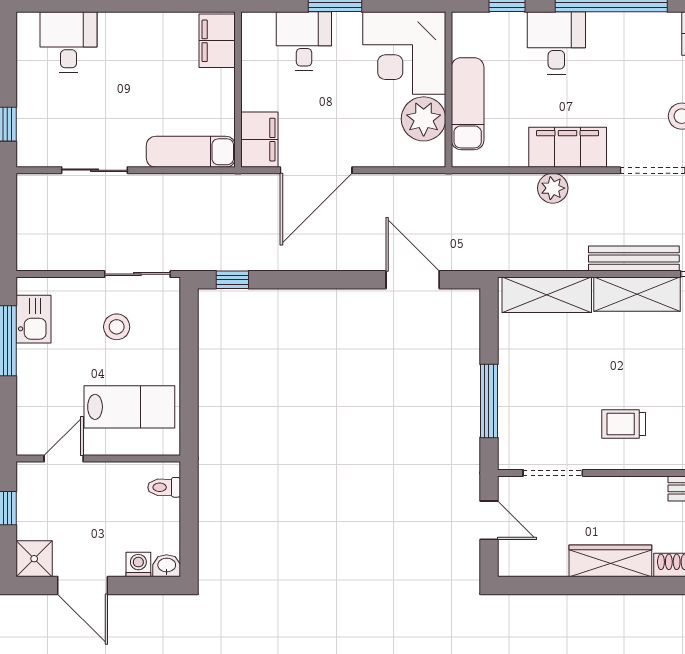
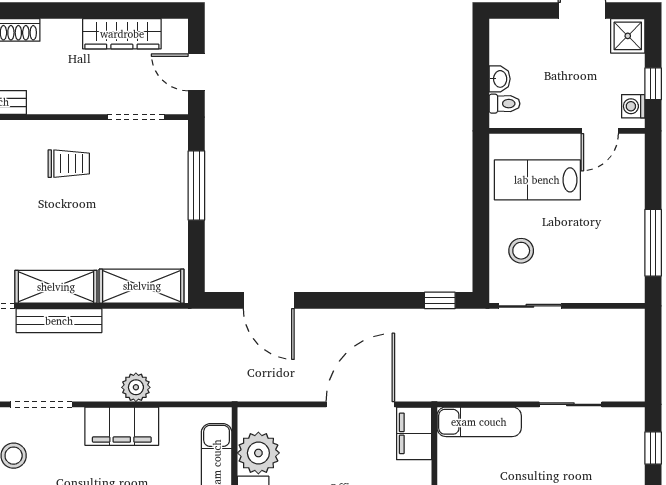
kitchen sink: (33, 319) -> (628, 263), removed
stool: (117, 327) -> (521, 251), moved
wardrobe: (610, 561) -> (122, 34), moved
washing machine: (138, 564) -> (633, 106), moved, turned 90
washbasin: (167, 566) -> (500, 79), moved, turned -90

